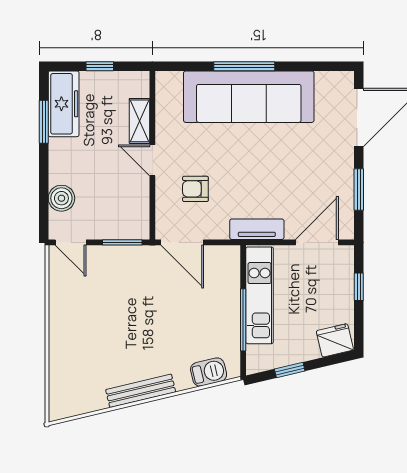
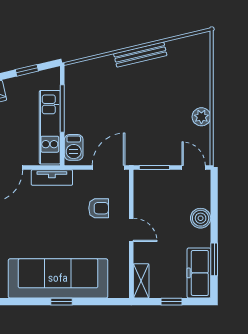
window: (244, 66) -> (61, 302), width x0.46
shelving: (139, 121) -> (141, 281), moved
boiler: (61, 198) -> (201, 218), moved
door: (182, 242) -> (109, 168), hinge flipped
plant: (60, 309) -> (201, 117), added
barbecue: (209, 372) -> (74, 147), moved, turned -77

